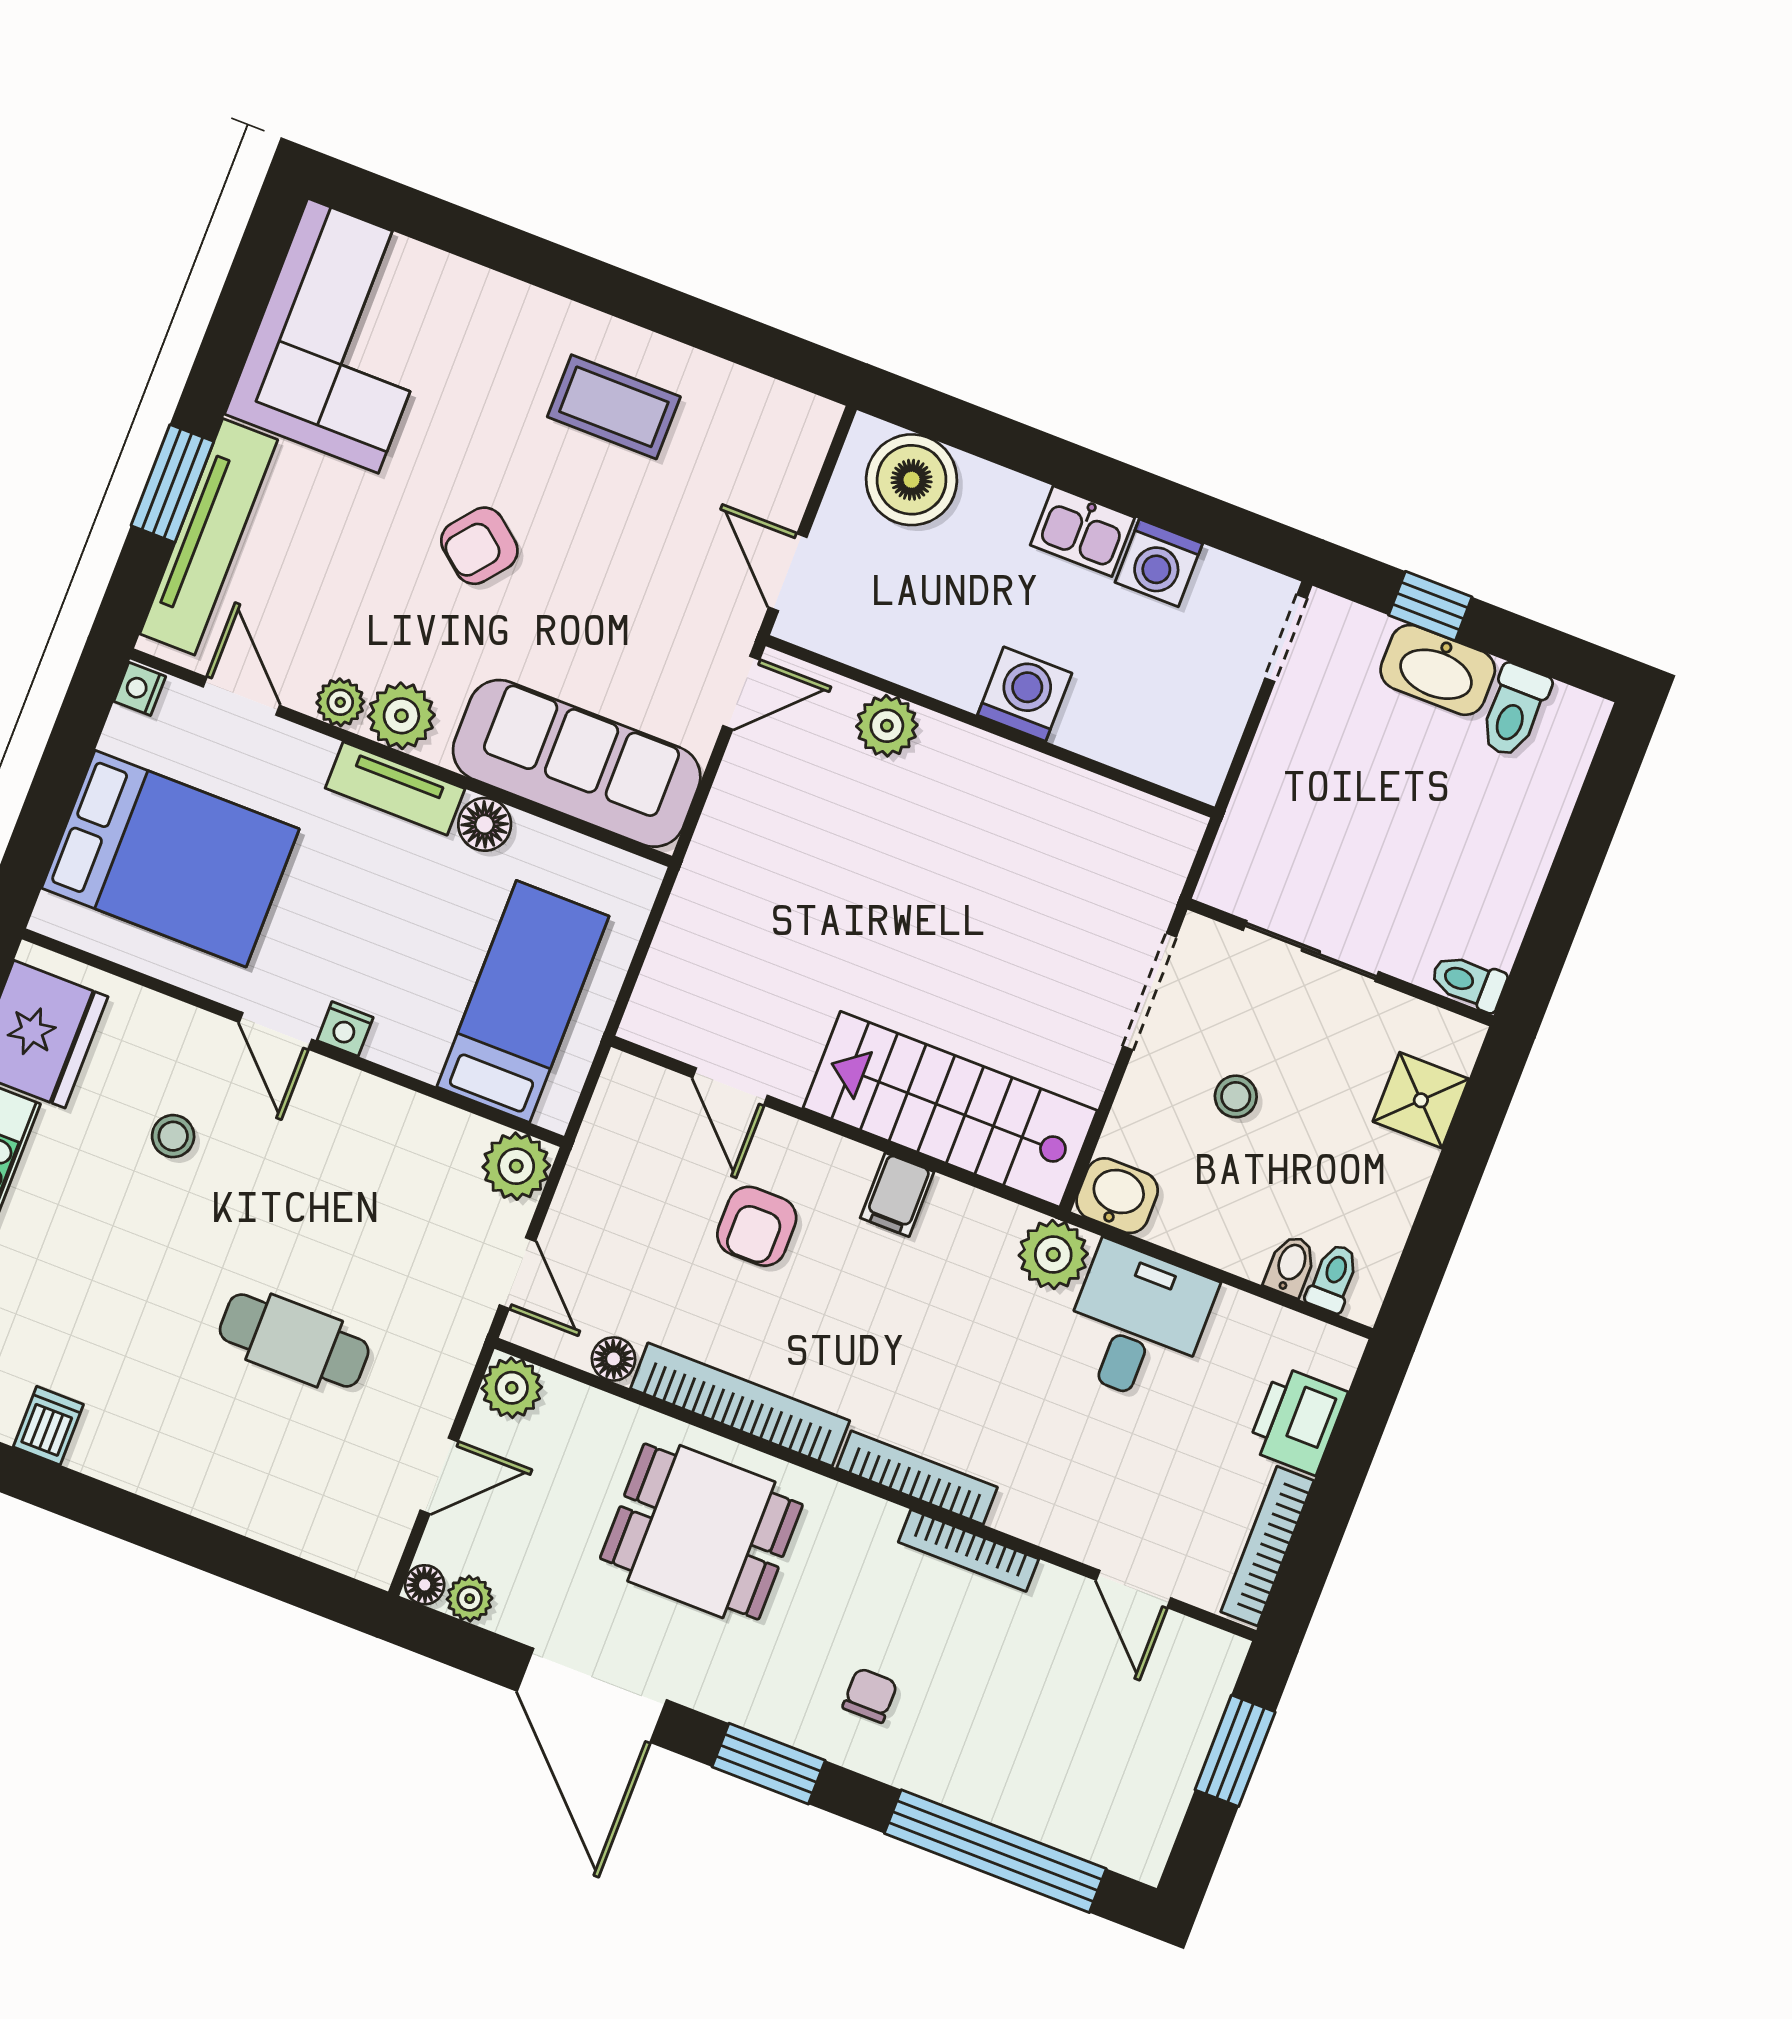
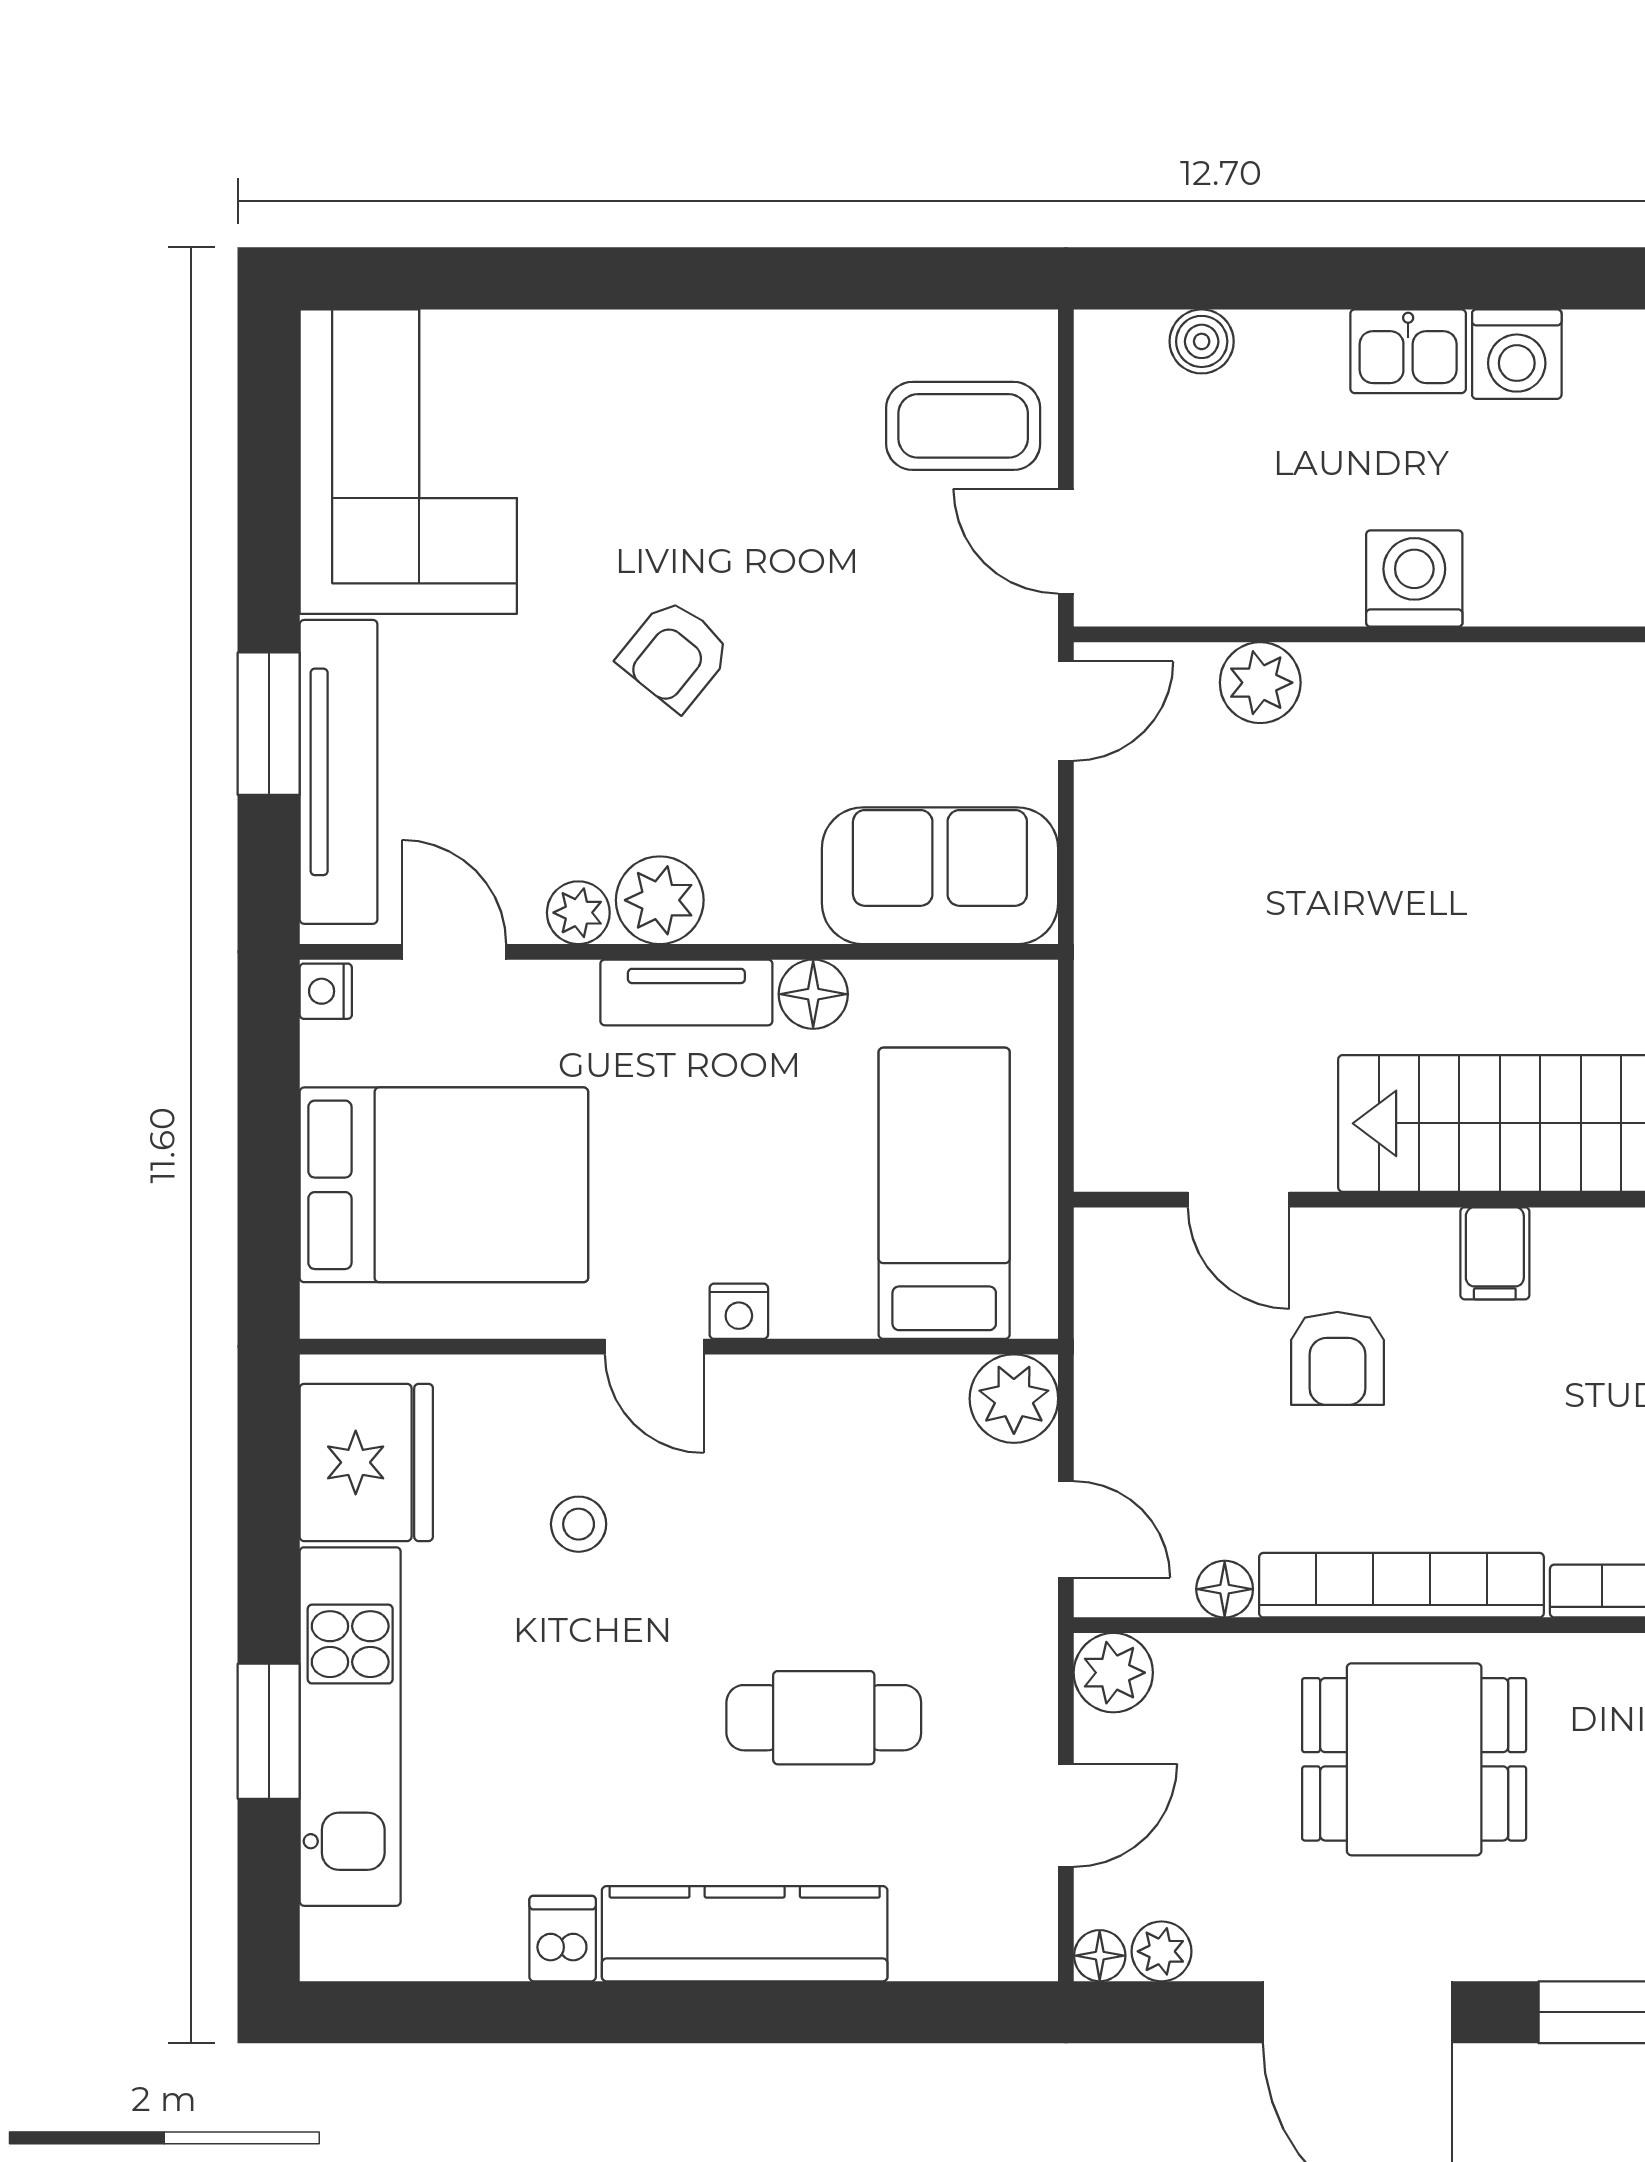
coffee table: (614, 407) -> (963, 426), moved
boiler: (912, 480) -> (1202, 341), width x0.54, depth x0.54
sofa: (577, 763) -> (940, 876), width x0.73
kitchen counter: (179, 1472) -> (745, 1934), added

